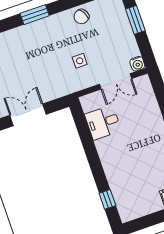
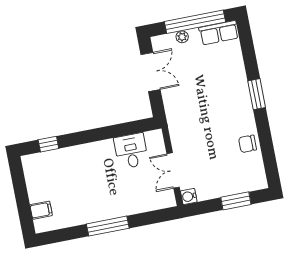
chair: (81, 17) -> (247, 144), turned -62
side table: (80, 61) -> (201, 135), removed

